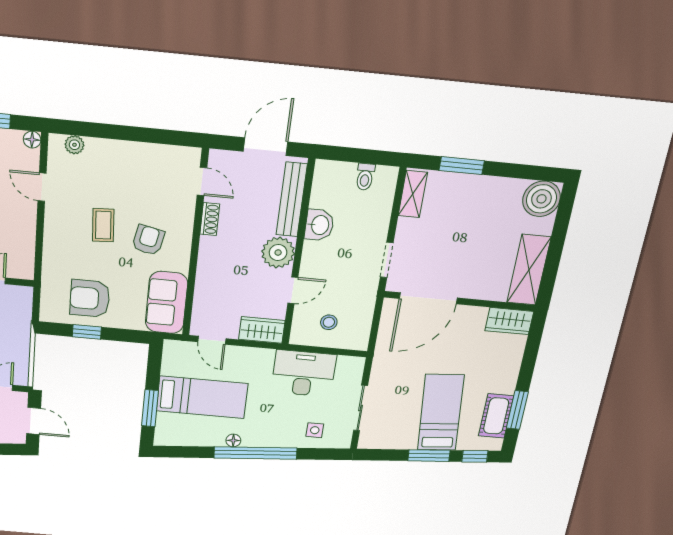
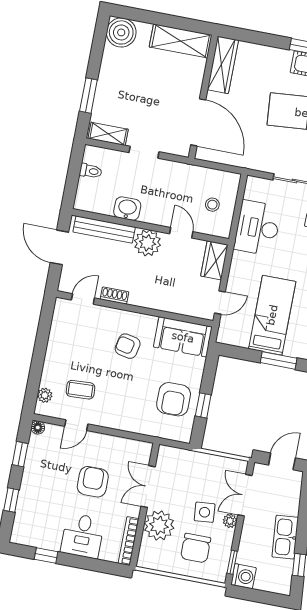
coffee table: (103, 225) -> (81, 390), moved
doorway: (387, 260) -> (144, 152), moved
wardrobe: (509, 321) -> (223, 65), width x1.50

